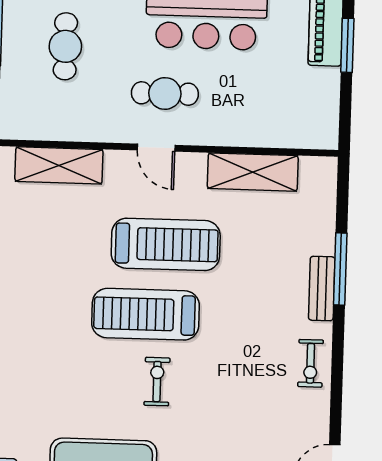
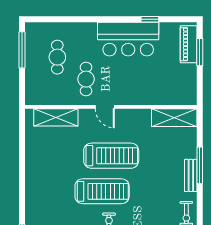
cafe table: (165, 93) -> (86, 79), moved, turned 90
shelving: (253, 172) -> (174, 118), moved
treadmill: (146, 314) -> (102, 191), turned 180

